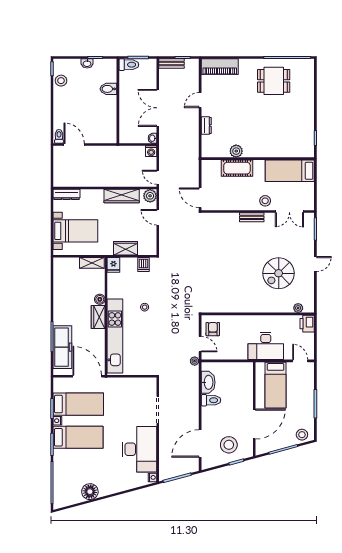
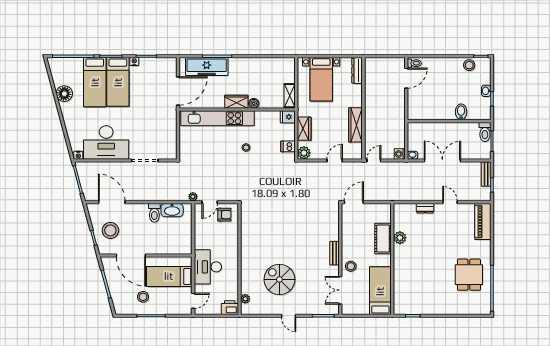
plant: (150, 196) -> (304, 153), moved
bed: (78, 404) -> (95, 82), moved
stool: (302, 435) -> (143, 297), moved

